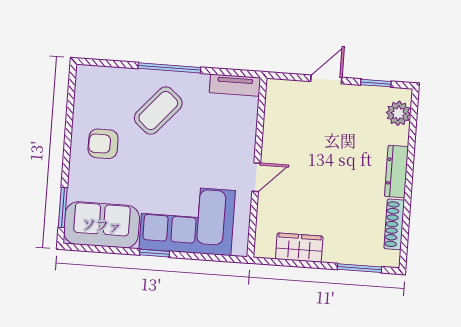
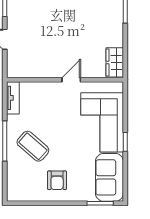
door: (256, 177) -> (71, 80), hinge flipped
wardrobe: (299, 248) -> (115, 62), moved

